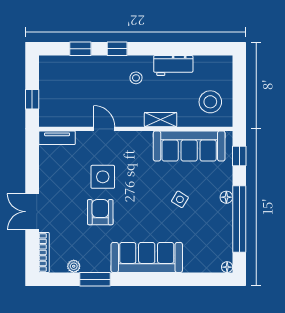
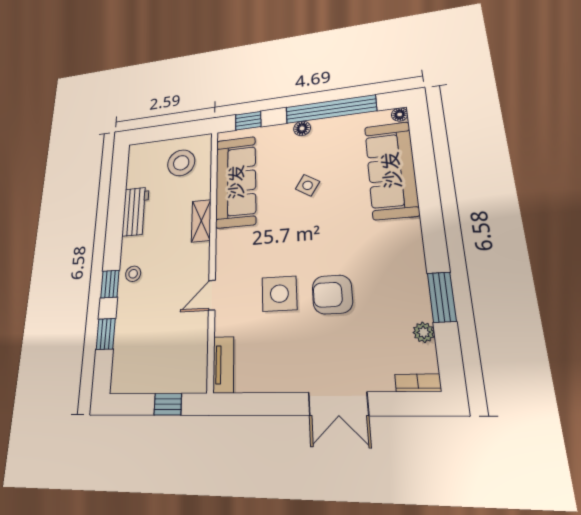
stool: (136, 78) -> (133, 274), moved
bookcase: (44, 252) -> (418, 383), width x0.64
sofa: (147, 257) -> (391, 170), moved

